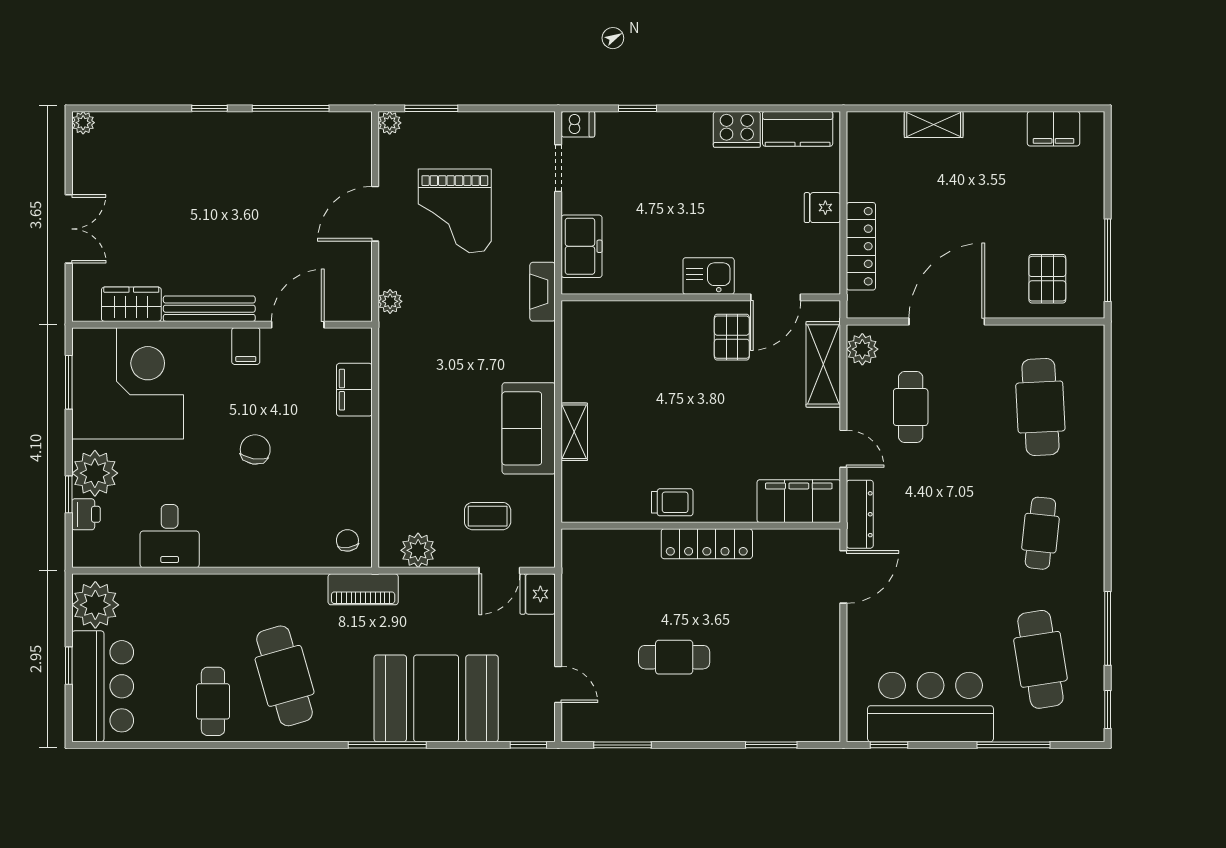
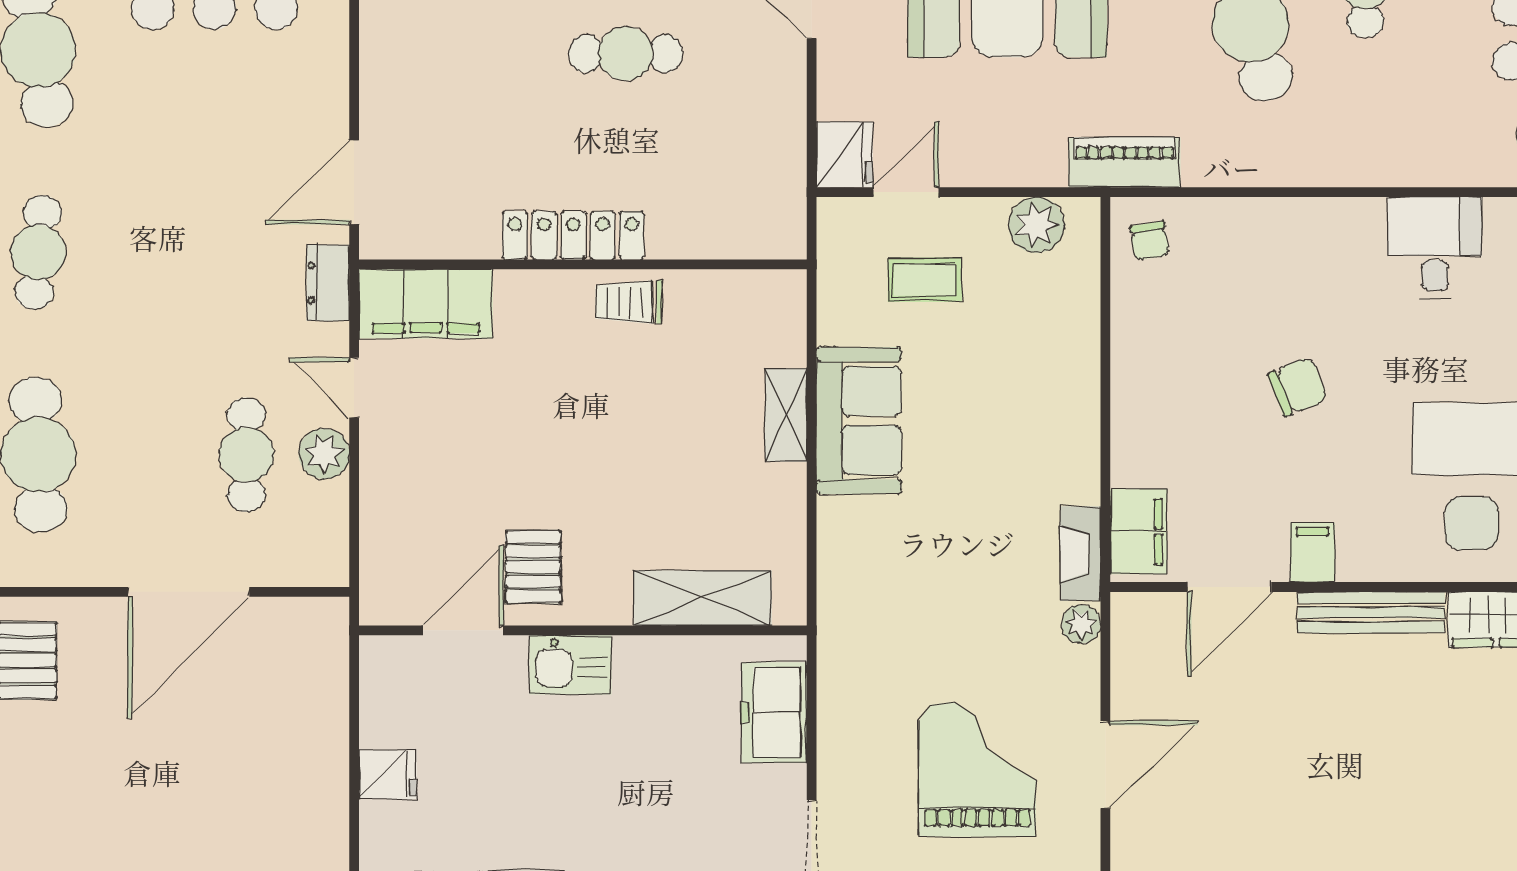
locker: (861, 246) -> (326, 713), removed
fireplace: (543, 292) -> (1080, 554), moved, turned 180
plant: (862, 349) -> (324, 454), moved
shelving: (823, 364) -> (703, 598), moved, turned 90
filing cabinet: (354, 390) -> (1139, 532), moved
chair: (255, 449) -> (1298, 387), turned -121
dresser: (860, 514) -> (328, 283), width x0.70

